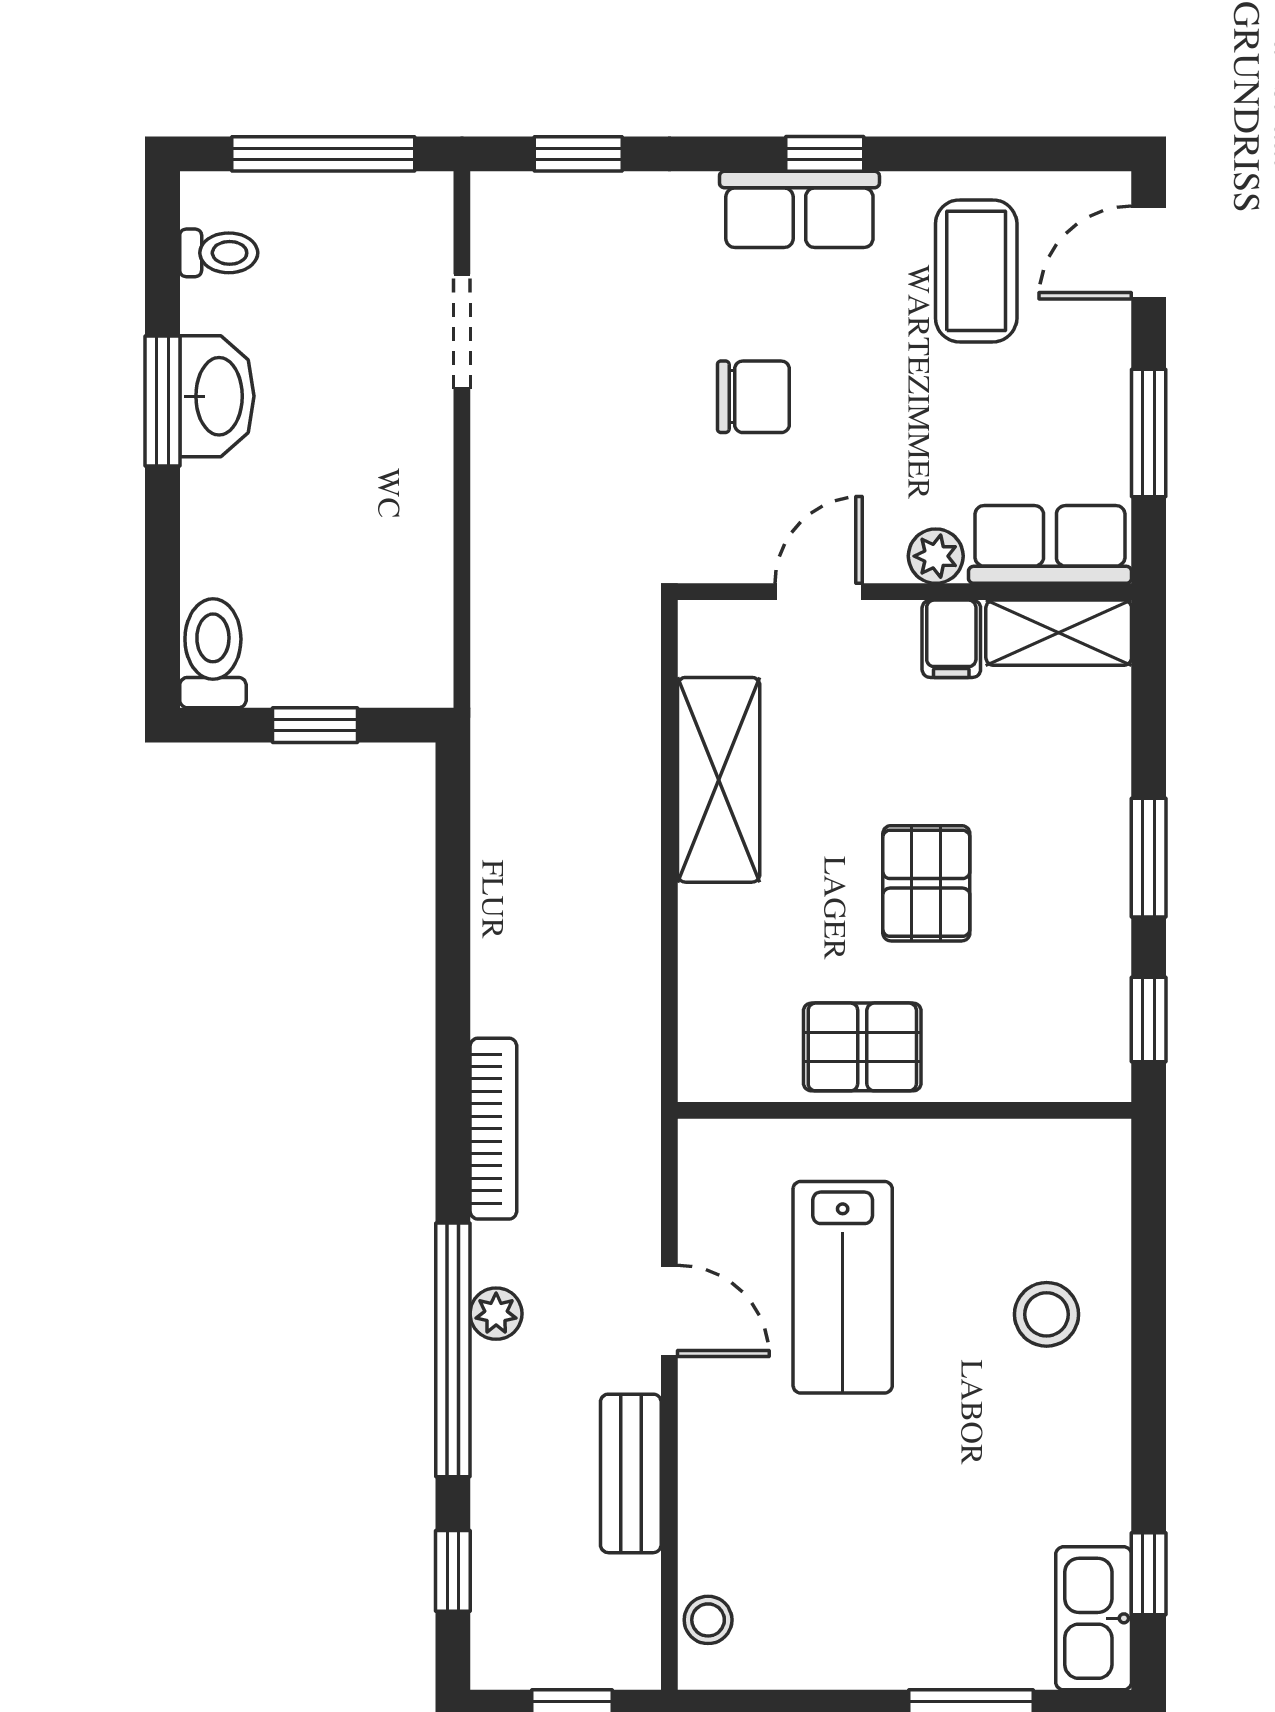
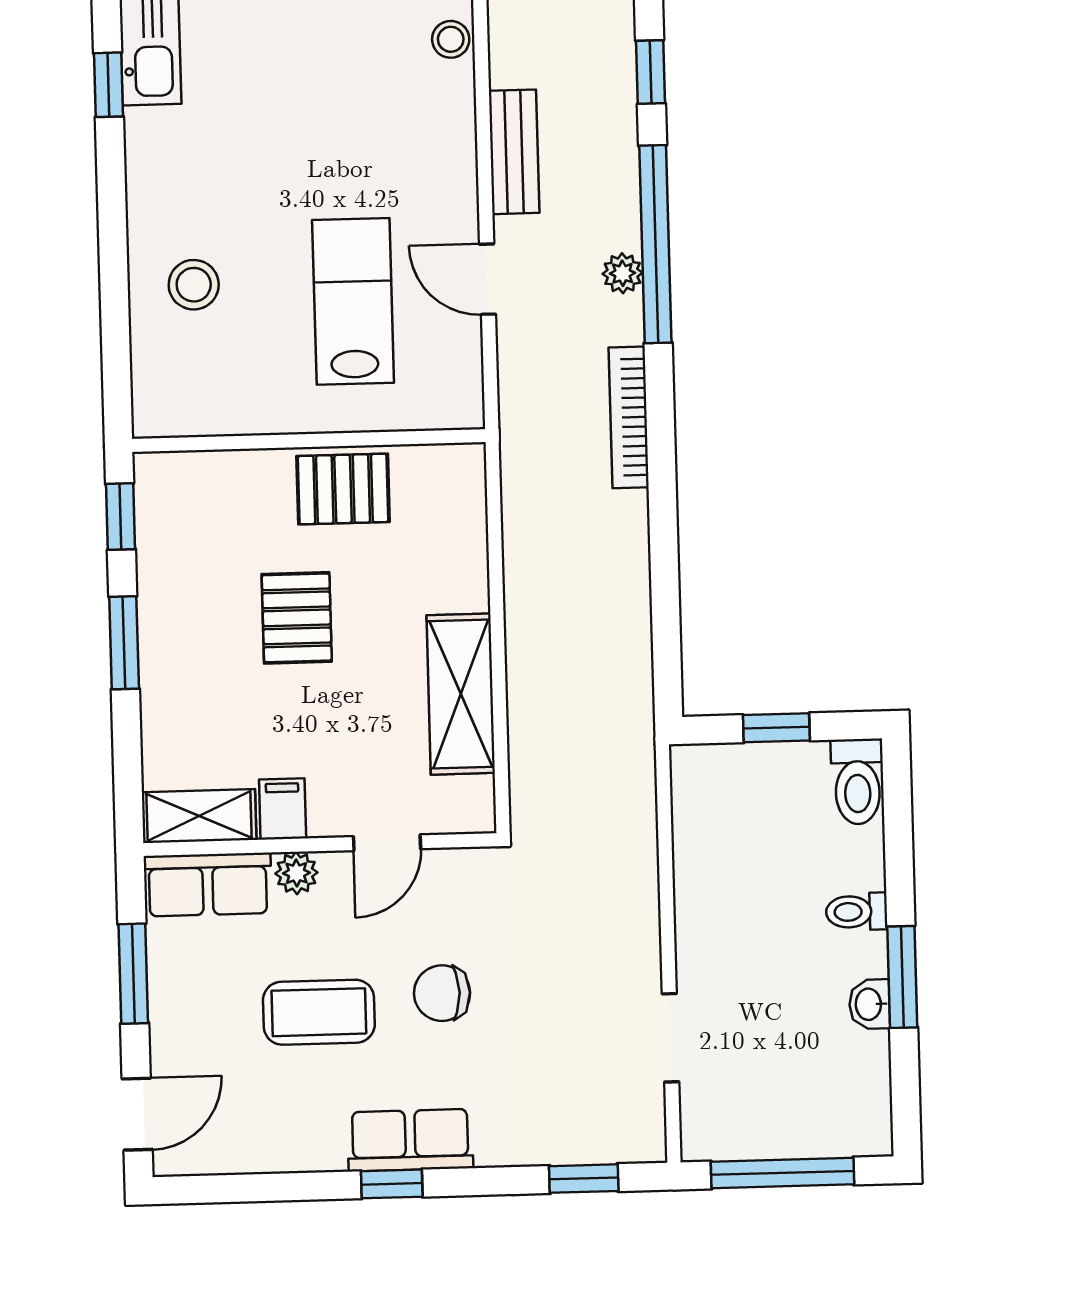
toilet: (219, 253) -> (857, 912), moved
coffee table: (976, 271) -> (319, 1012), moved, turned 90
washbasin: (217, 396) -> (870, 1004), width x0.52, depth x0.69

